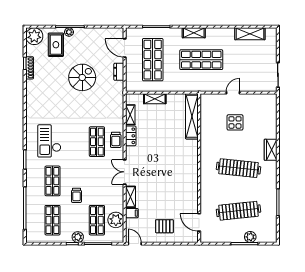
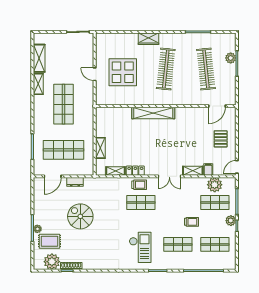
shelving: (194, 33) -> (38, 84), moved
plant: (34, 36) -> (52, 262), moved
shelving: (192, 116) -> (153, 113), moved
display table: (235, 122) -> (123, 72), width x1.86, depth x1.86
checkout: (49, 141) -> (140, 247), turned -90

